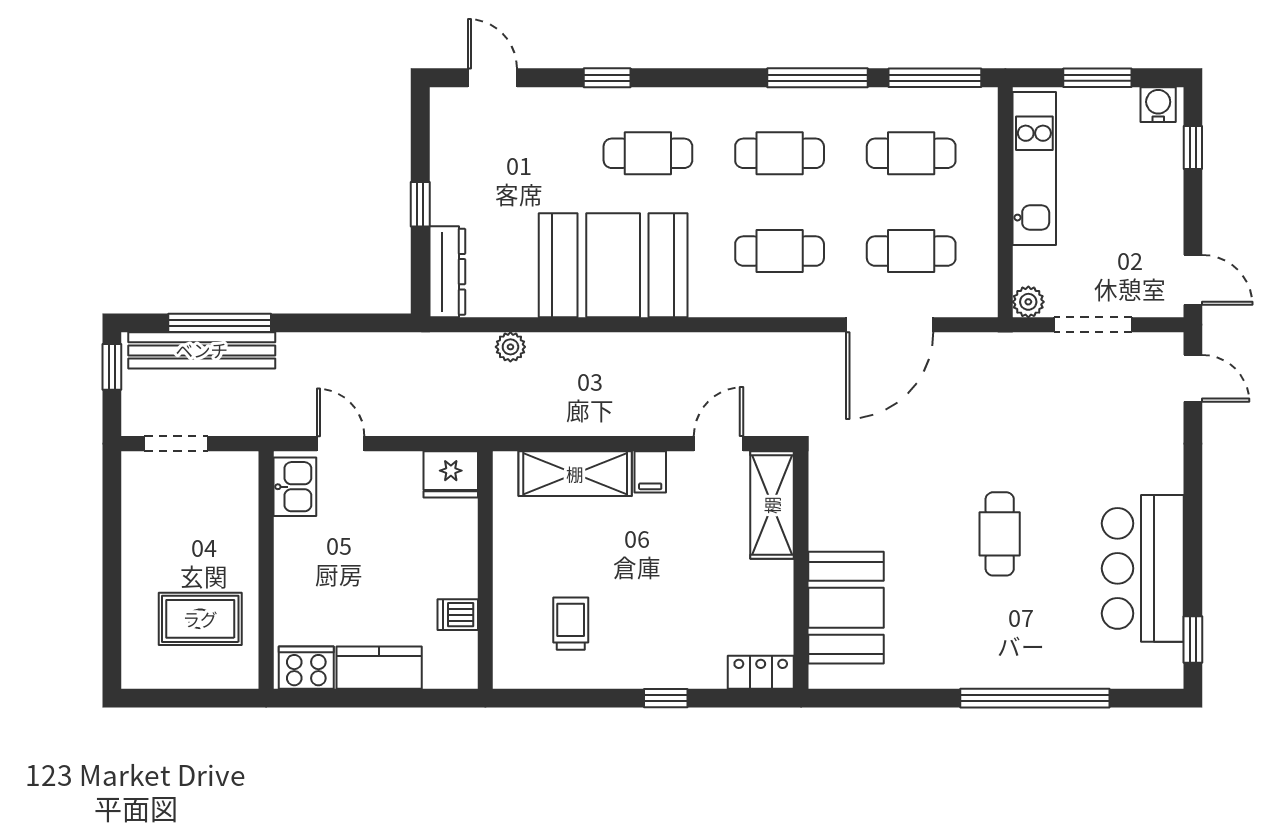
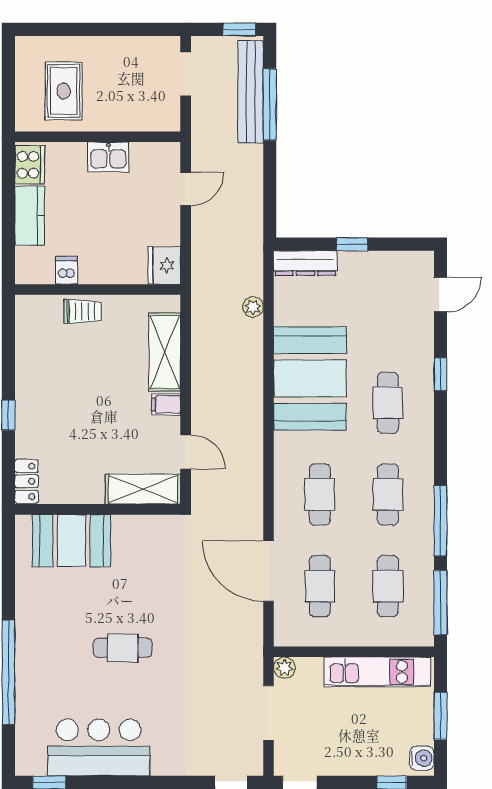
kitchen sink: (295, 487) -> (108, 157), moved
trolley: (571, 624) -> (82, 311), moved

